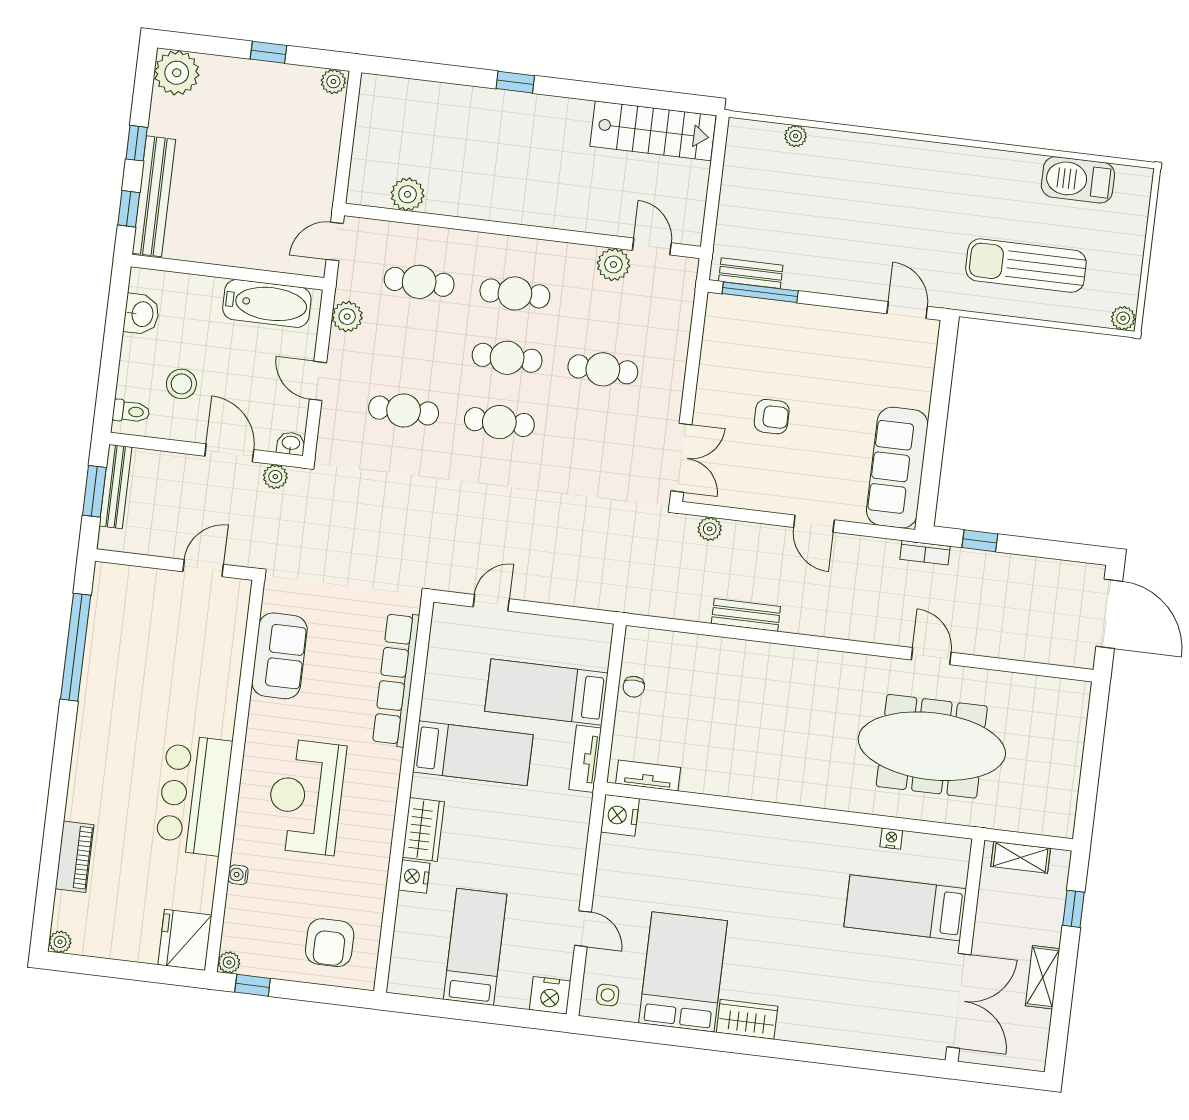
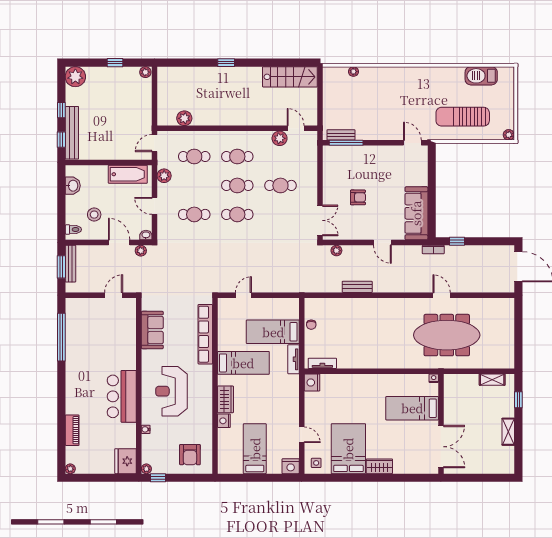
bed: (905, 908) -> (412, 408), moved
wall: (965, 950) -> (441, 424), moved
double door: (959, 1001) -> (441, 447), moved

